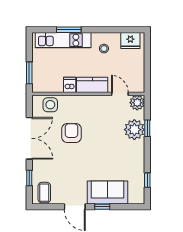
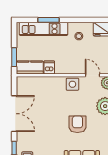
kitchen counter: (92, 85) -> (30, 67), moved
side table: (50, 105) -> (72, 84), moved
armchair: (71, 133) -> (77, 124), moved

